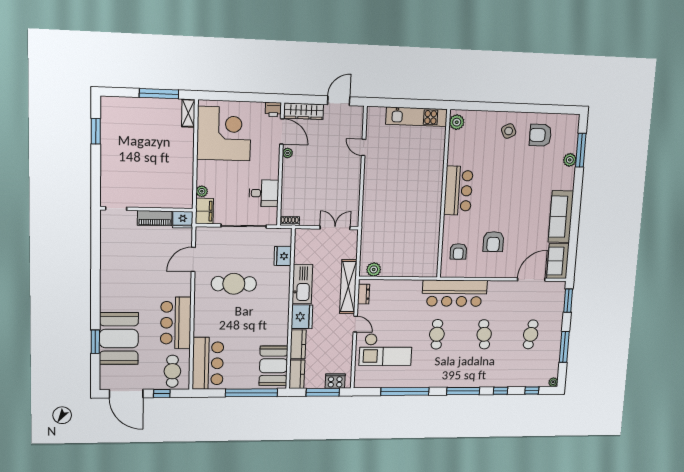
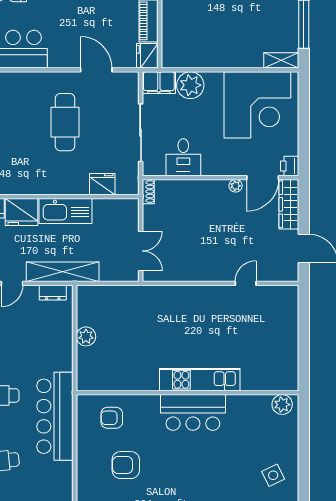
kitchen unit: (417, 117) -> (200, 380), moved, turned 90
plant: (202, 191) -> (190, 85), width x1.87, depth x1.87
plant: (374, 269) -> (86, 336), moved

